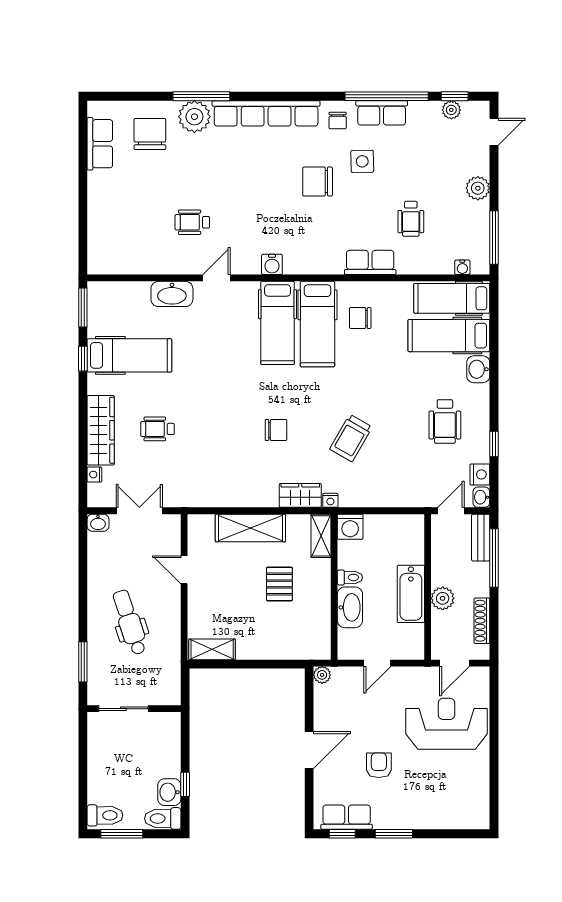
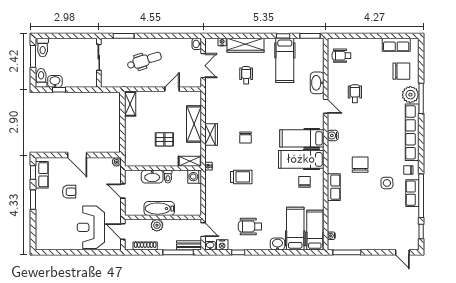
plant: (451, 110) -> (414, 230), removed
chair: (318, 182) -> (360, 165), moved
plant: (478, 188) -> (373, 244), removed
wheelchair: (411, 219) -> (341, 56), moved
trolley: (351, 438) -> (241, 177), turned 150
wardrobe: (300, 495) -> (211, 134), moved
reception desk: (447, 724) -> (91, 227), turned 180

